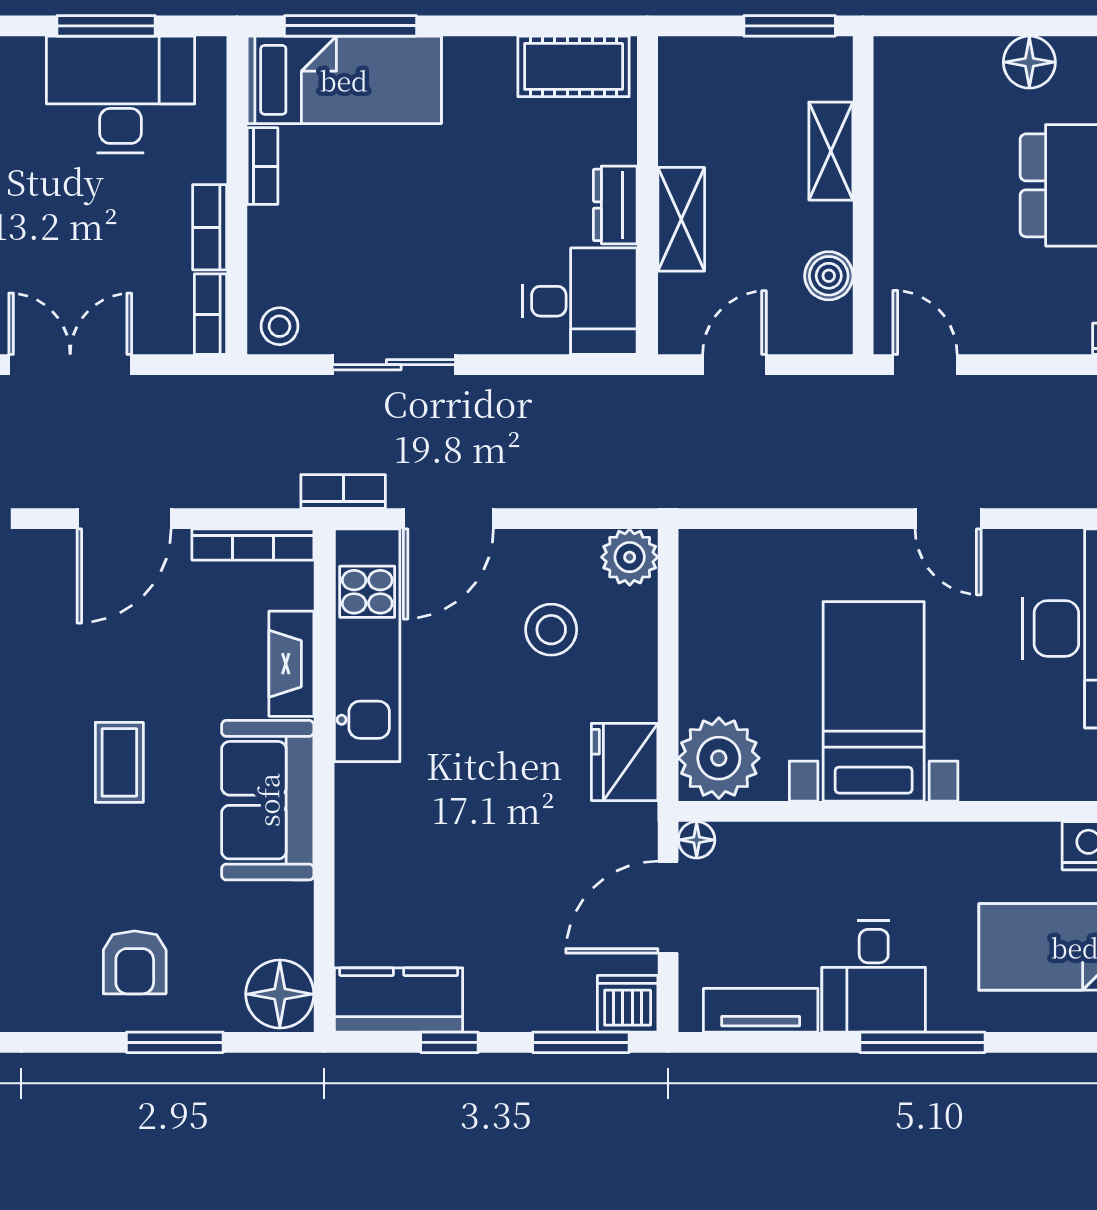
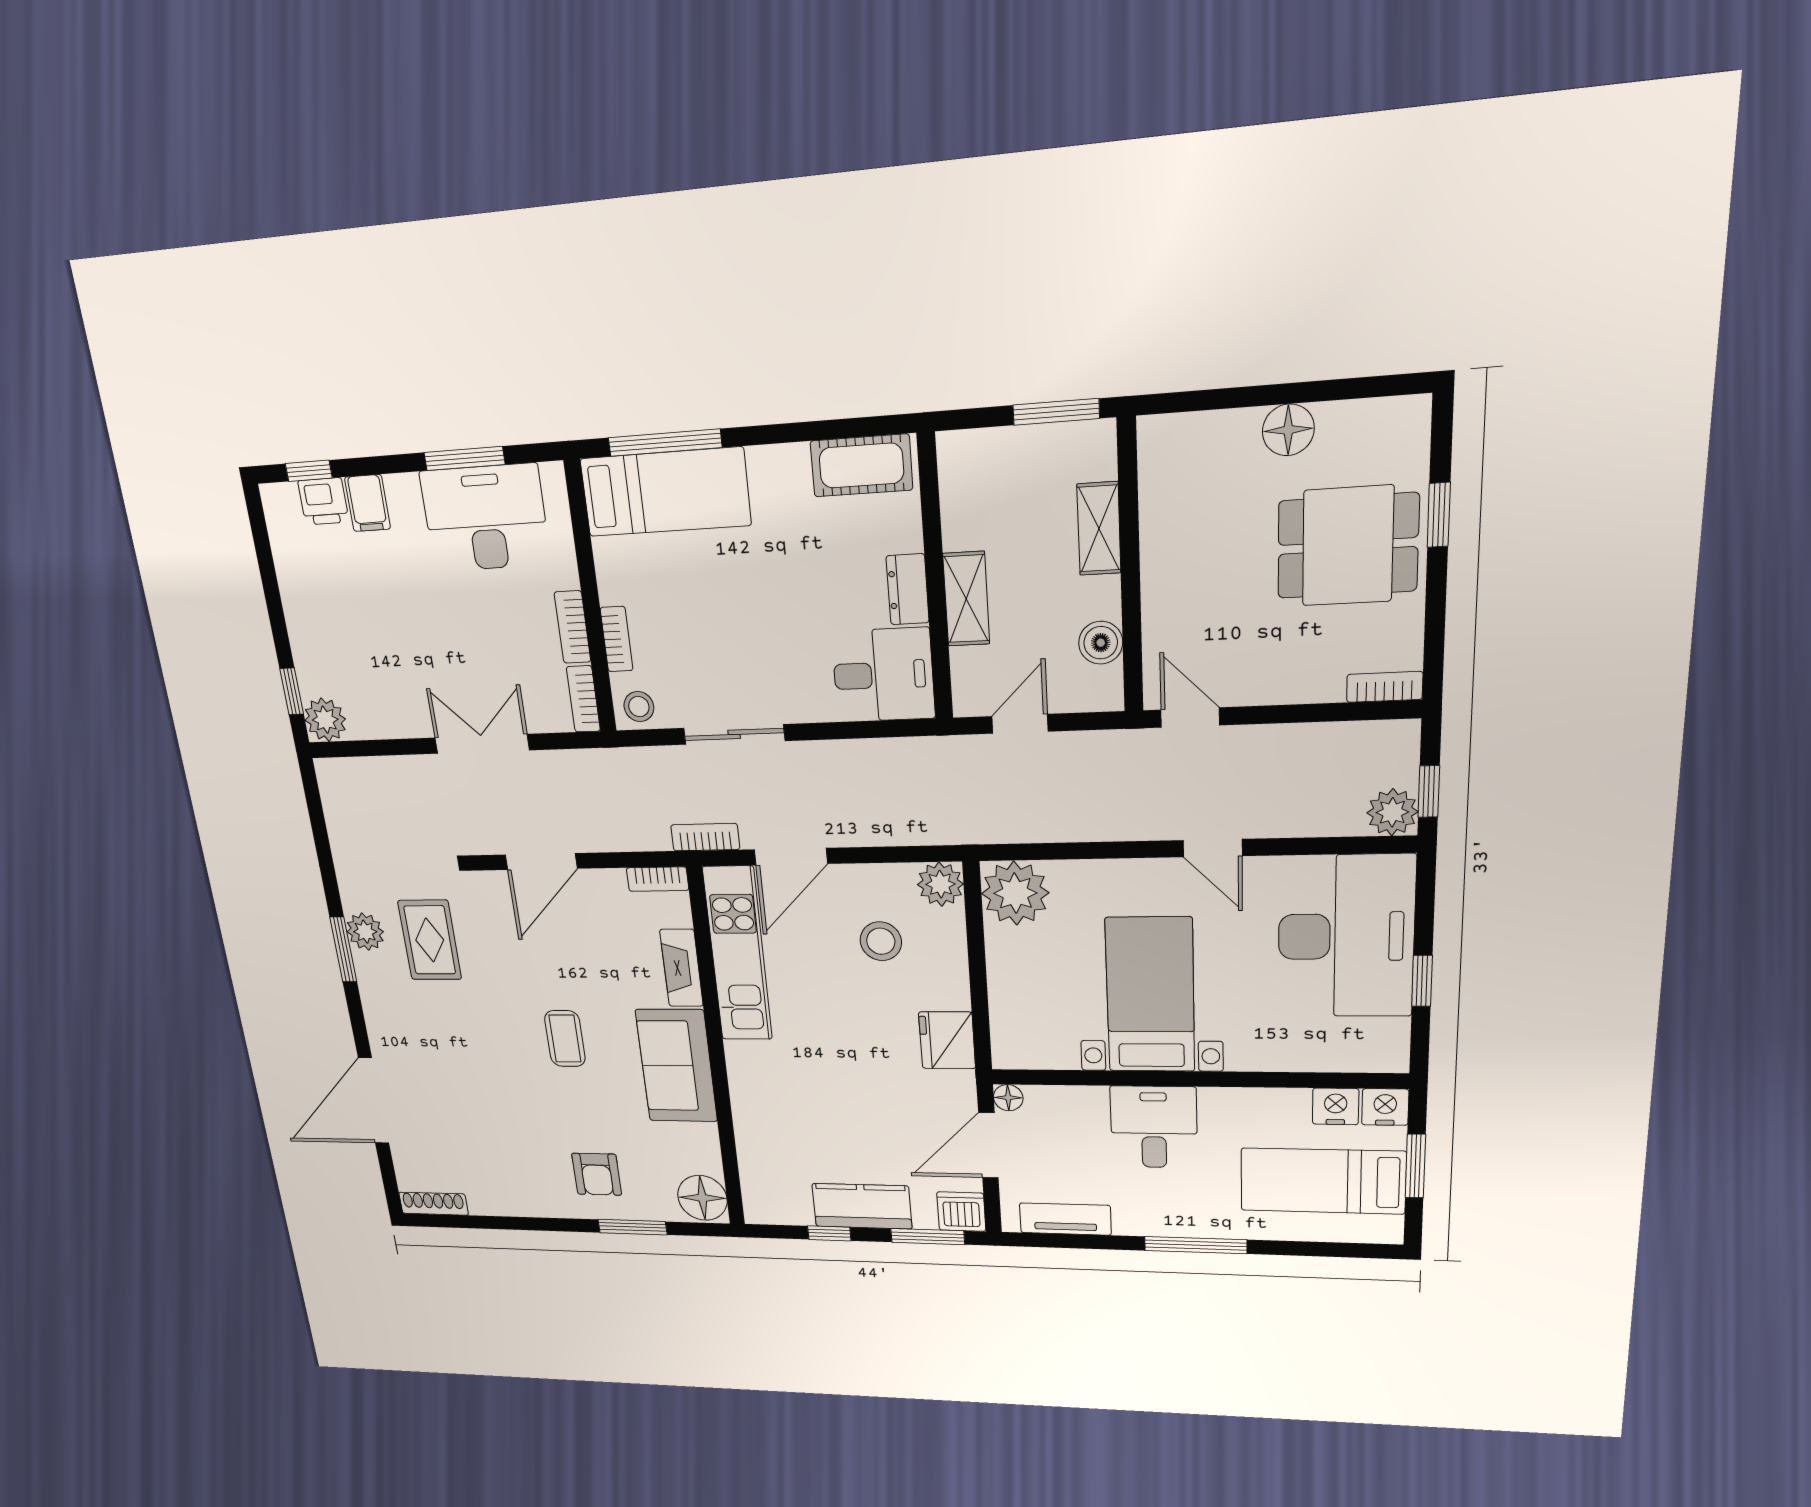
bookcase: (262, 166) -> (617, 639), moved
bookcase: (253, 545) -> (658, 879), width x0.64
plant: (719, 758) -> (1015, 893), moved
desk: (874, 976) -> (1154, 1127), moved, turned 180
kitchen counter: (399, 1000) -> (862, 1206), moved

